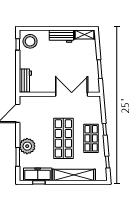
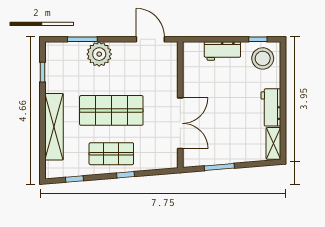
workbench: (25, 81) -> (222, 51), moved
freezer: (38, 174) -> (55, 70), removed

